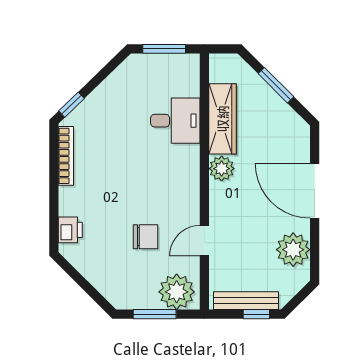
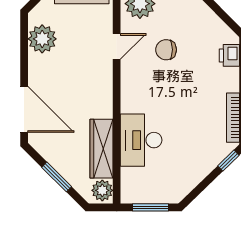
desk: (175, 121) -> (141, 140), width x1.37
plant: (222, 169) -> (102, 190), moved
door: (315, 191) -> (24, 109), moved

